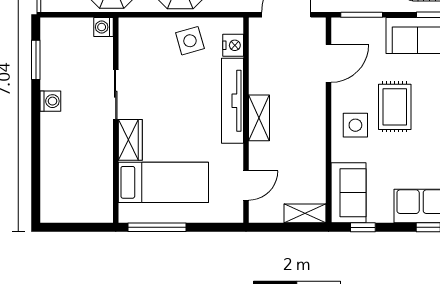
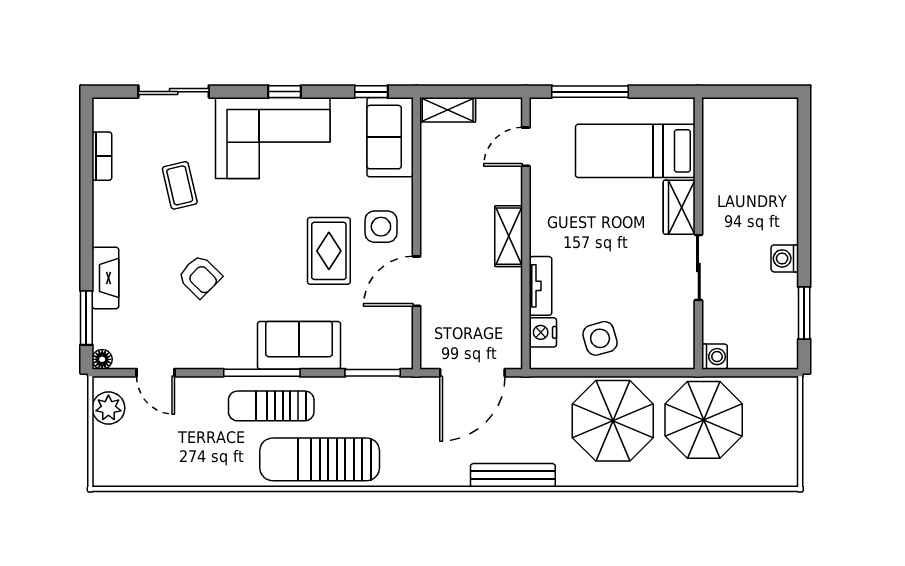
door: (329, 63) -> (417, 281), moved
tv unit: (233, 101) -> (540, 286), width x0.52, depth x0.78
window: (157, 227) -> (590, 92), moved

